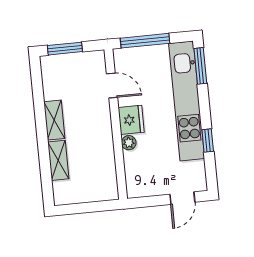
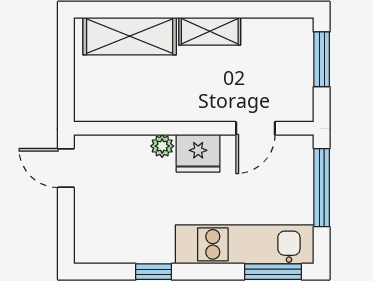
kitchen unit: (187, 101) -> (245, 244), width x0.73
shelving: (58, 160) -> (130, 36), width x1.50, depth x1.33
door: (182, 198) -> (66, 168), moved

